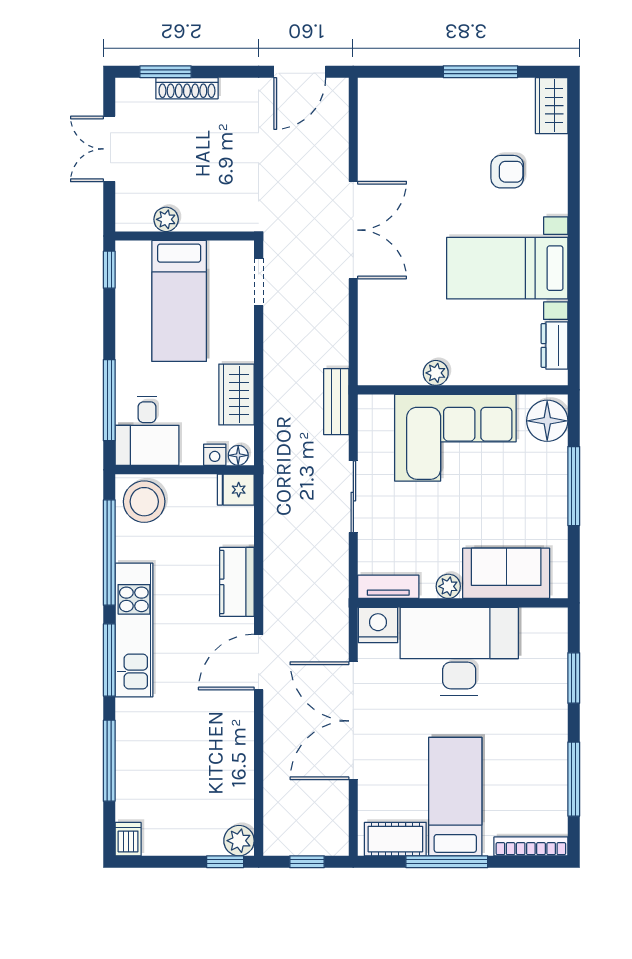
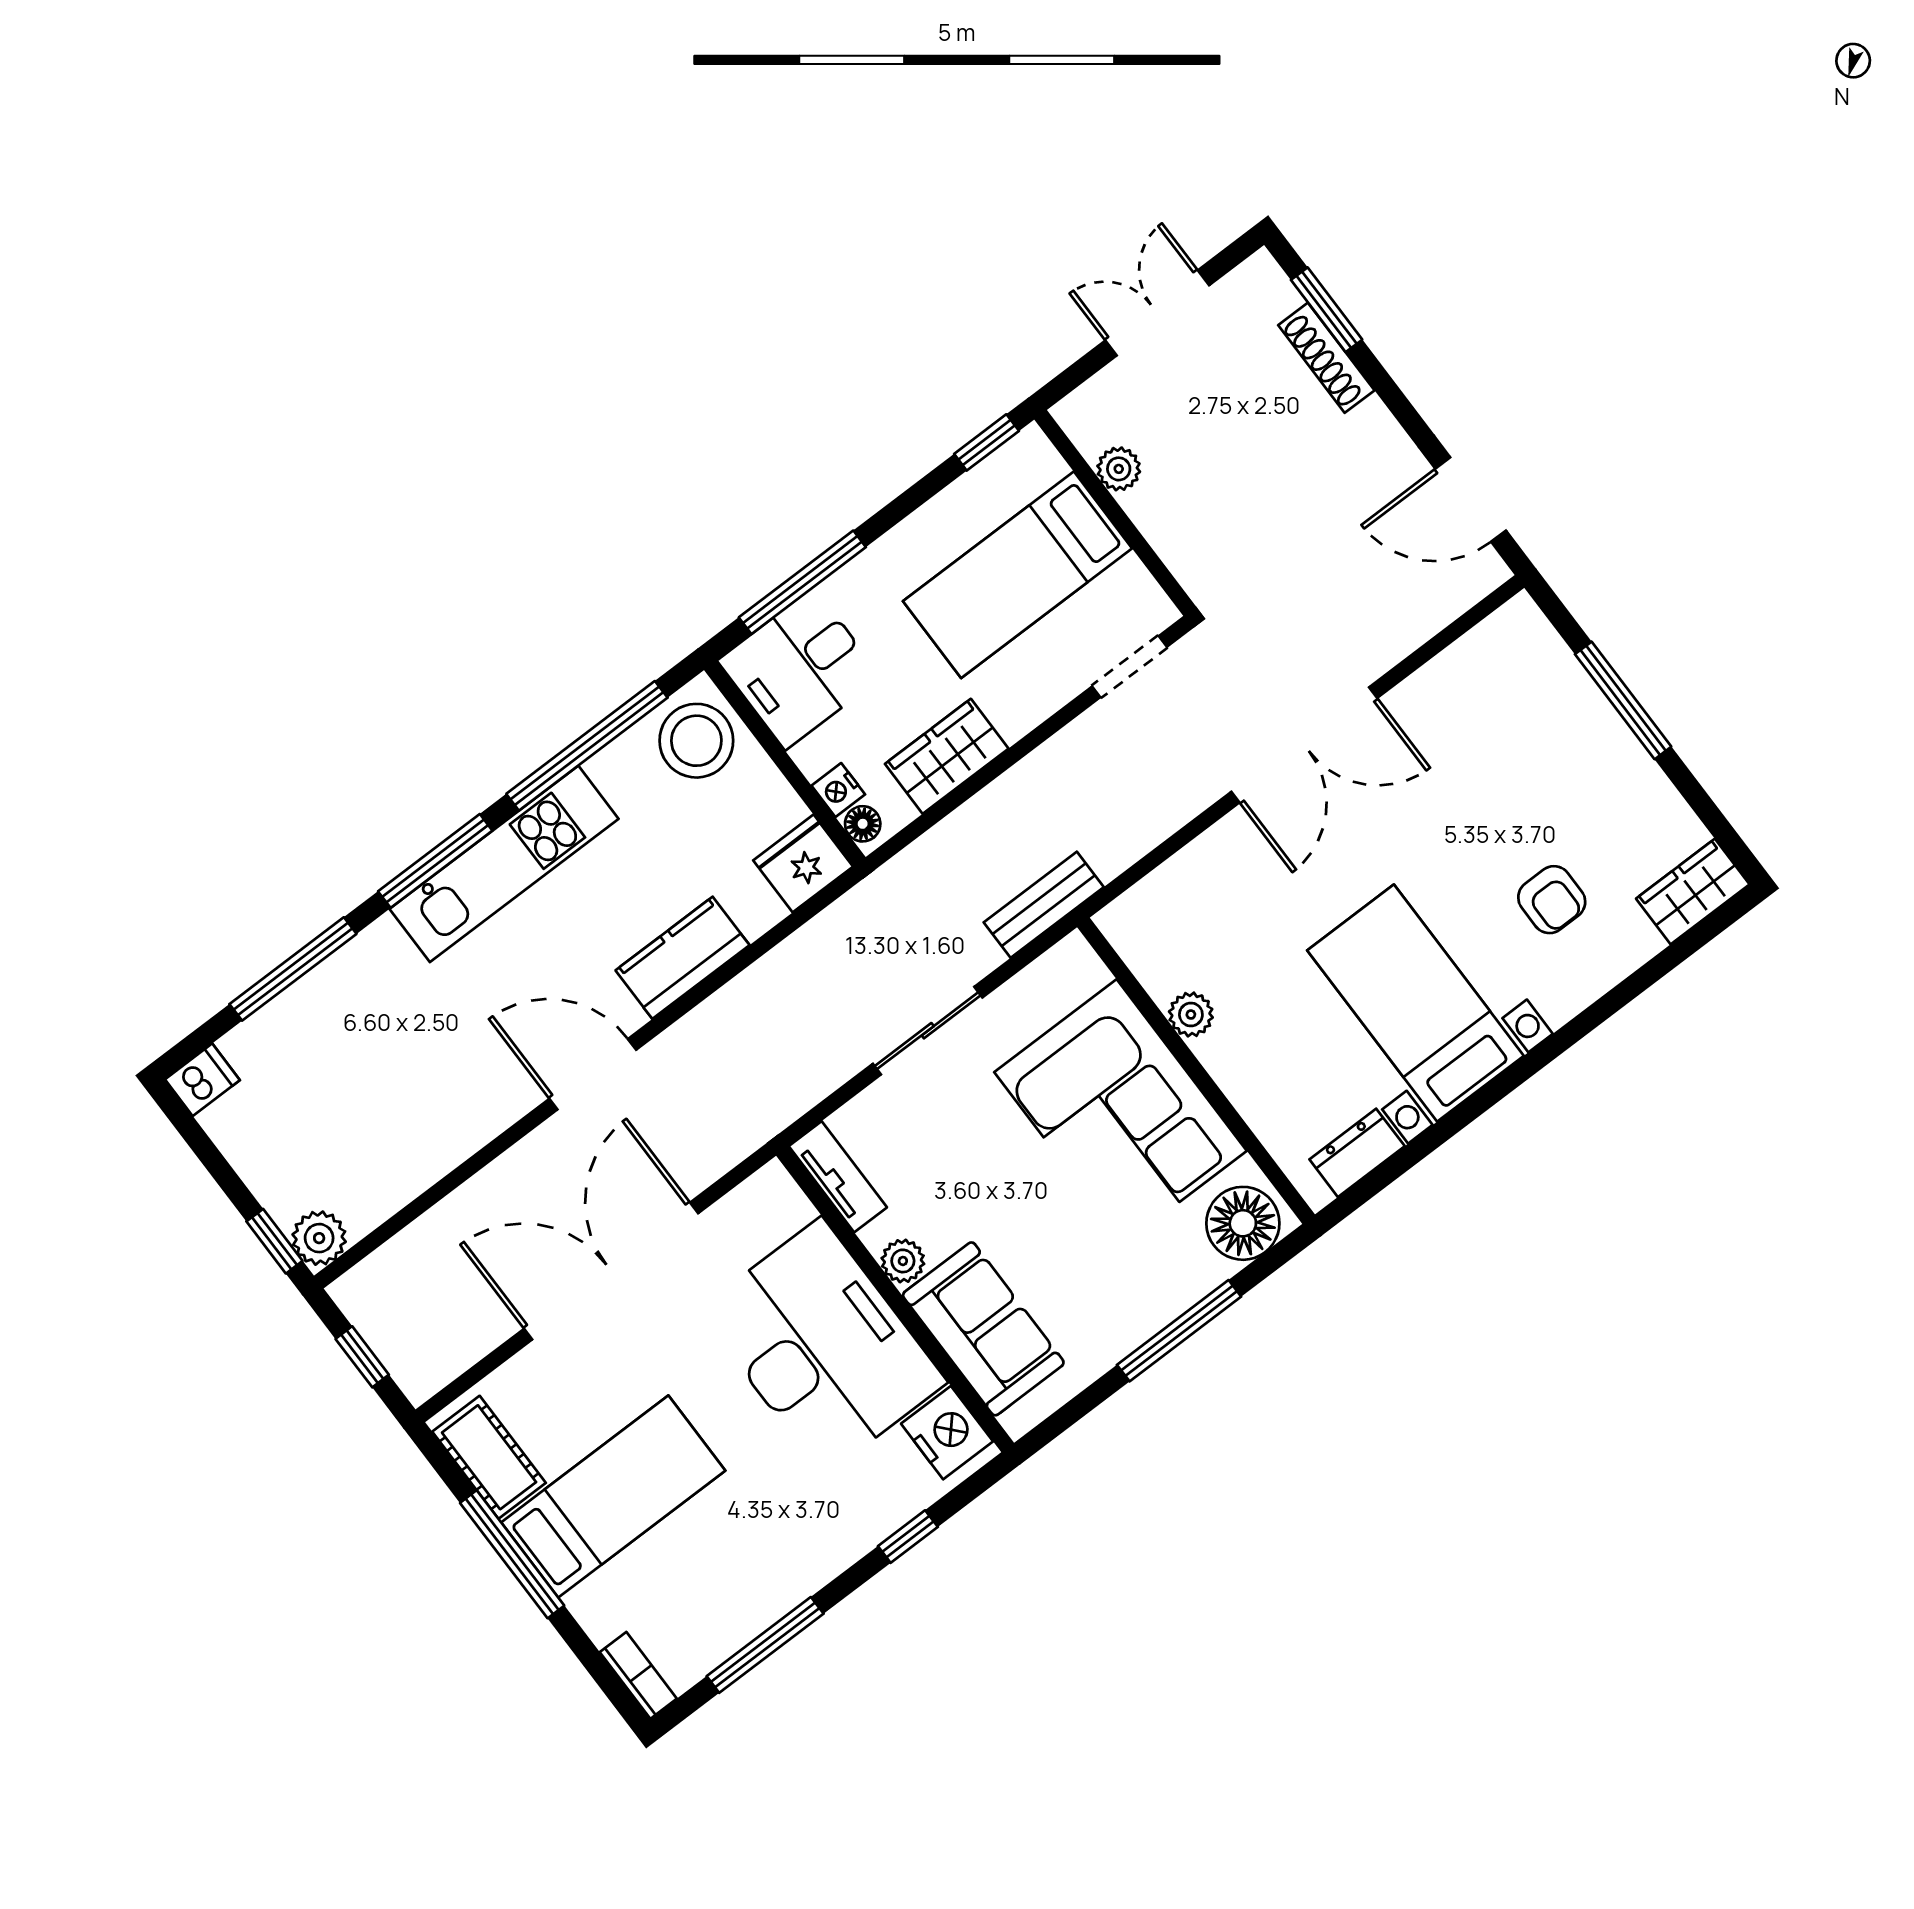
window: (481, 72) -> (1623, 700), moved
fridge: (236, 490) -> (803, 863), width x1.38
nightstand: (378, 625) -> (947, 1433), moved
window: (574, 678) -> (908, 1537), width x0.67
bookcase: (531, 846) -> (638, 1675), width x0.64

